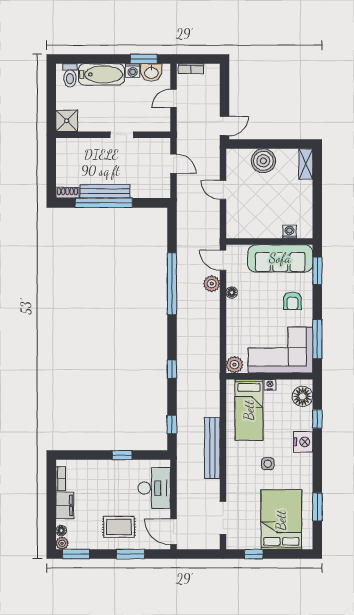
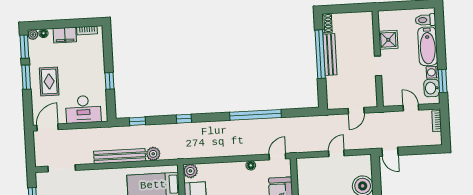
shower: (67, 121) -> (388, 40), moved
plant: (212, 284) -> (153, 154), moved
window: (130, 554) -> (26, 77), moved

